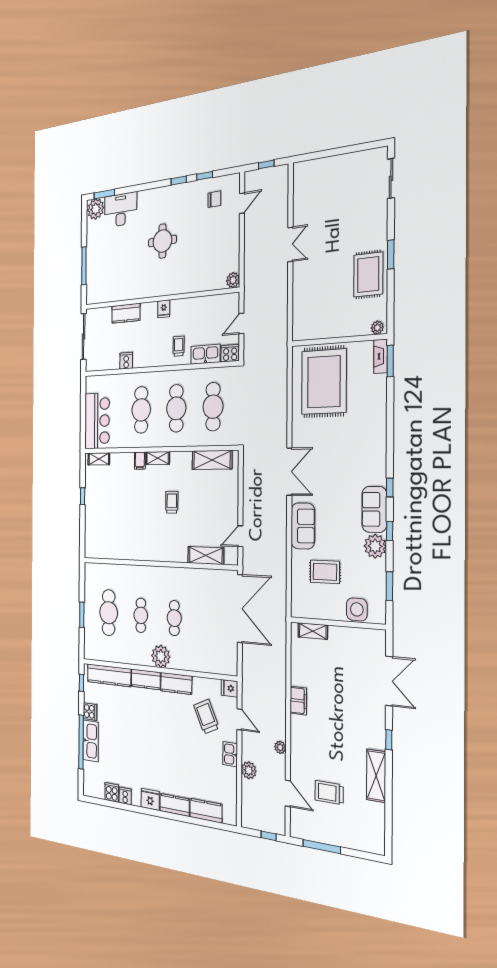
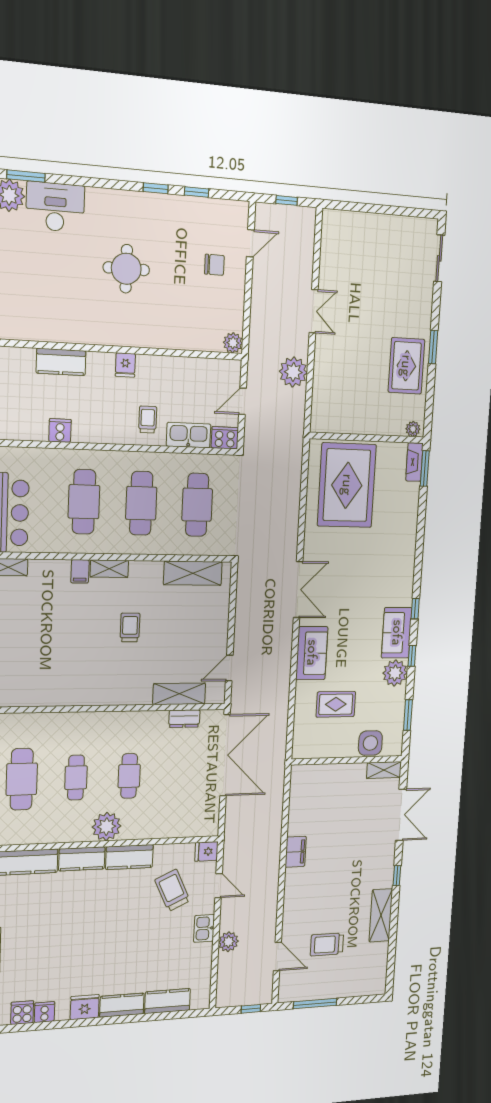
chair: (214, 199) -> (214, 265), moved
dresser: (210, 576) -> (184, 719), added
shelving: (313, 631) -> (384, 770), moved
plant: (280, 747) -> (293, 372), moved, width x1.87, depth x1.87

